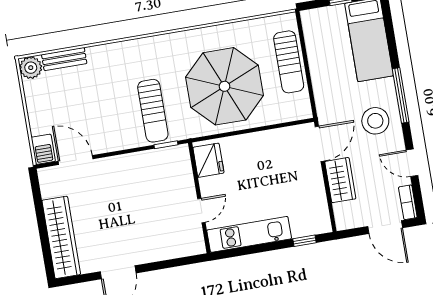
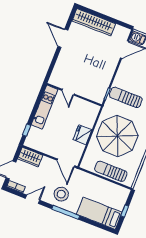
fridge: (208, 160) -> (82, 135), moved, turned 90
wardrobe: (340, 180) -> (30, 157), moved

